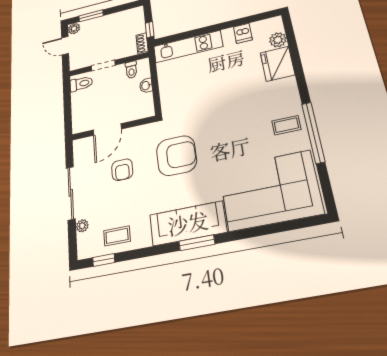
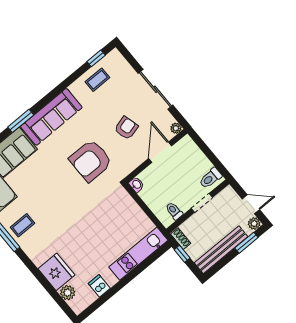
bench: (115, 19) -> (221, 250), added
washbasin: (146, 86) -> (136, 185), moved
armchair: (122, 170) -> (126, 128), turned 75
plant: (82, 226) -> (176, 128), moved
window: (197, 243) -> (21, 121), moved

